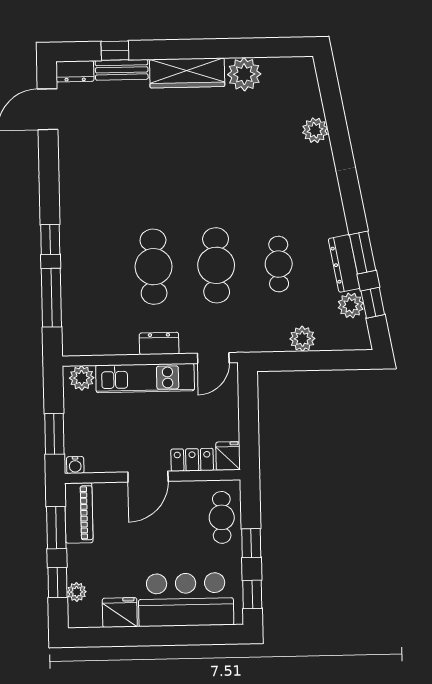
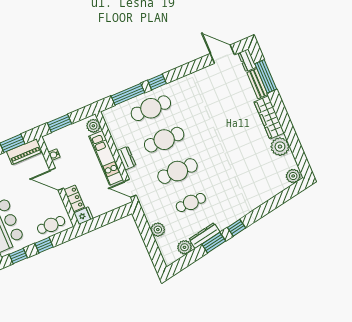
window: (115, 51) -> (266, 76), width x2.17
plant: (315, 130) -> (293, 176), moved
cafe table: (91, 268) -> (151, 108), added
window: (373, 303) -> (237, 228), moved
water cooler: (75, 465) -> (54, 155), moved

